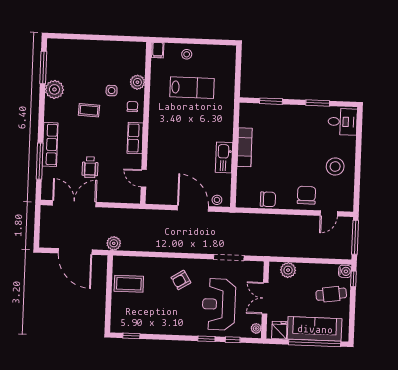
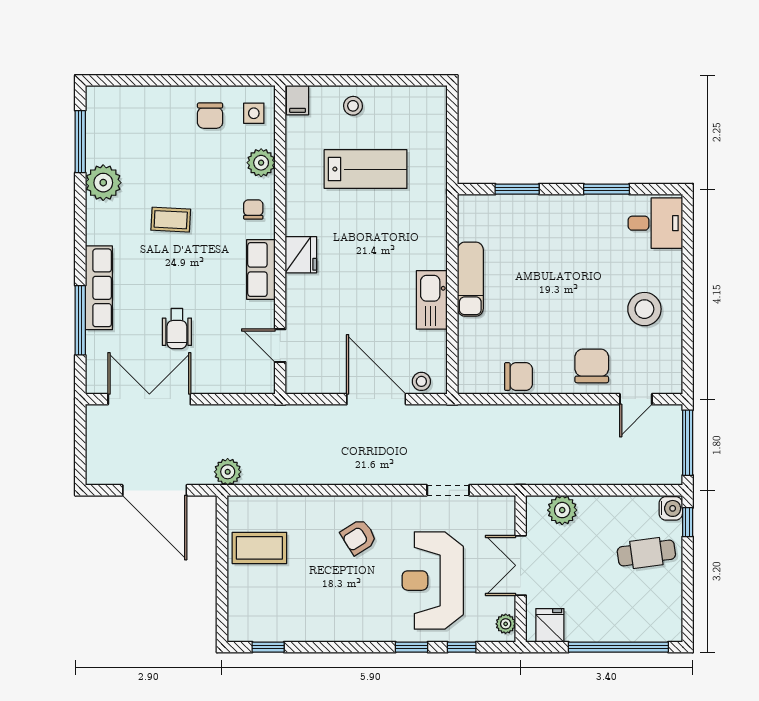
chair: (112, 57) -> (210, 116), added
side table: (112, 91) -> (254, 113), moved
fridge: (156, 131) -> (301, 255), added
doorway: (229, 257) -> (448, 490), width x0.73
sofa: (315, 329) -> (617, 620), removed

